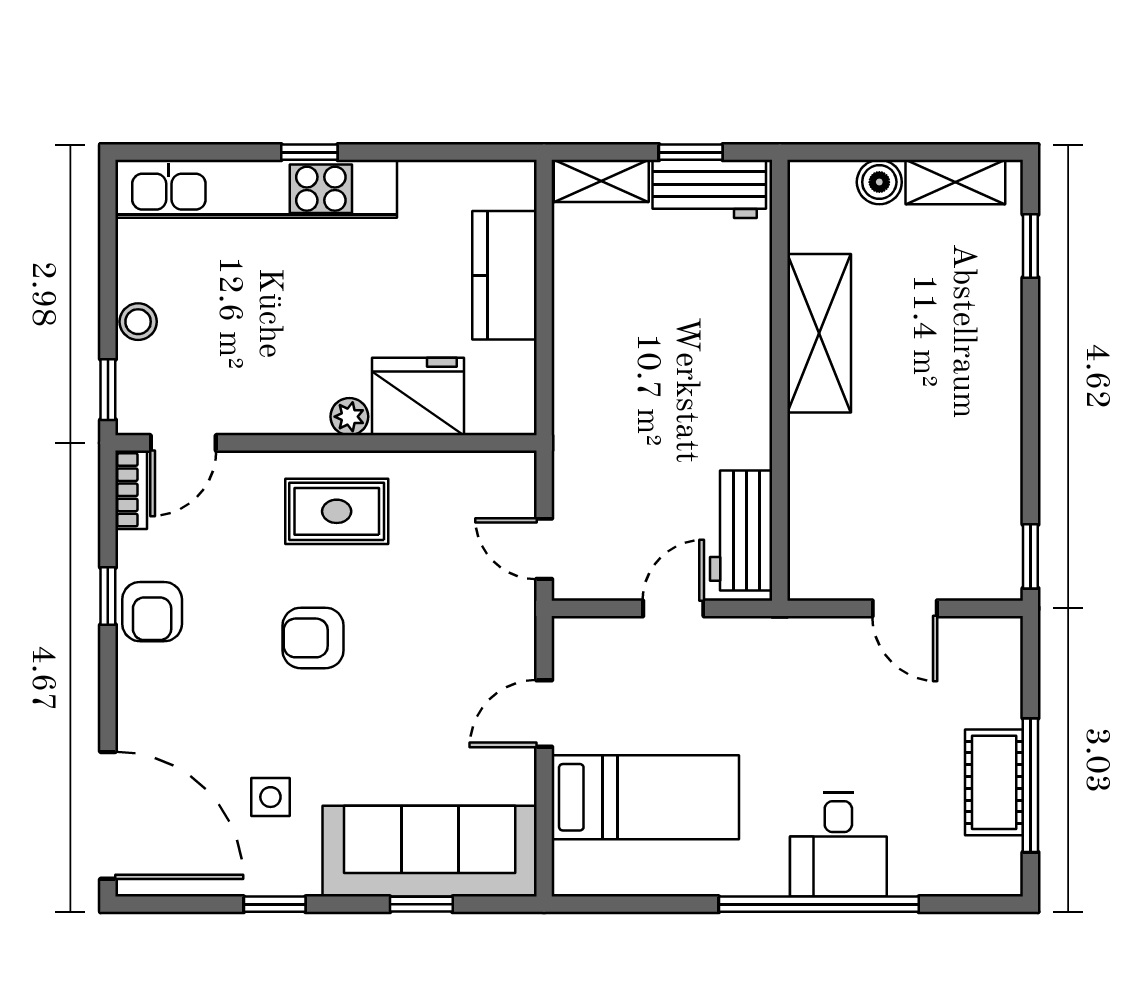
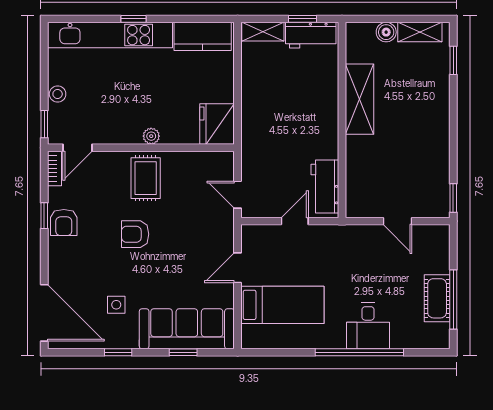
kitchen counter: (504, 275) -> (203, 36), moved, turned -90
fridge: (418, 397) -> (217, 124), moved, turned -90
rug: (337, 511) -> (146, 178), turned 90

